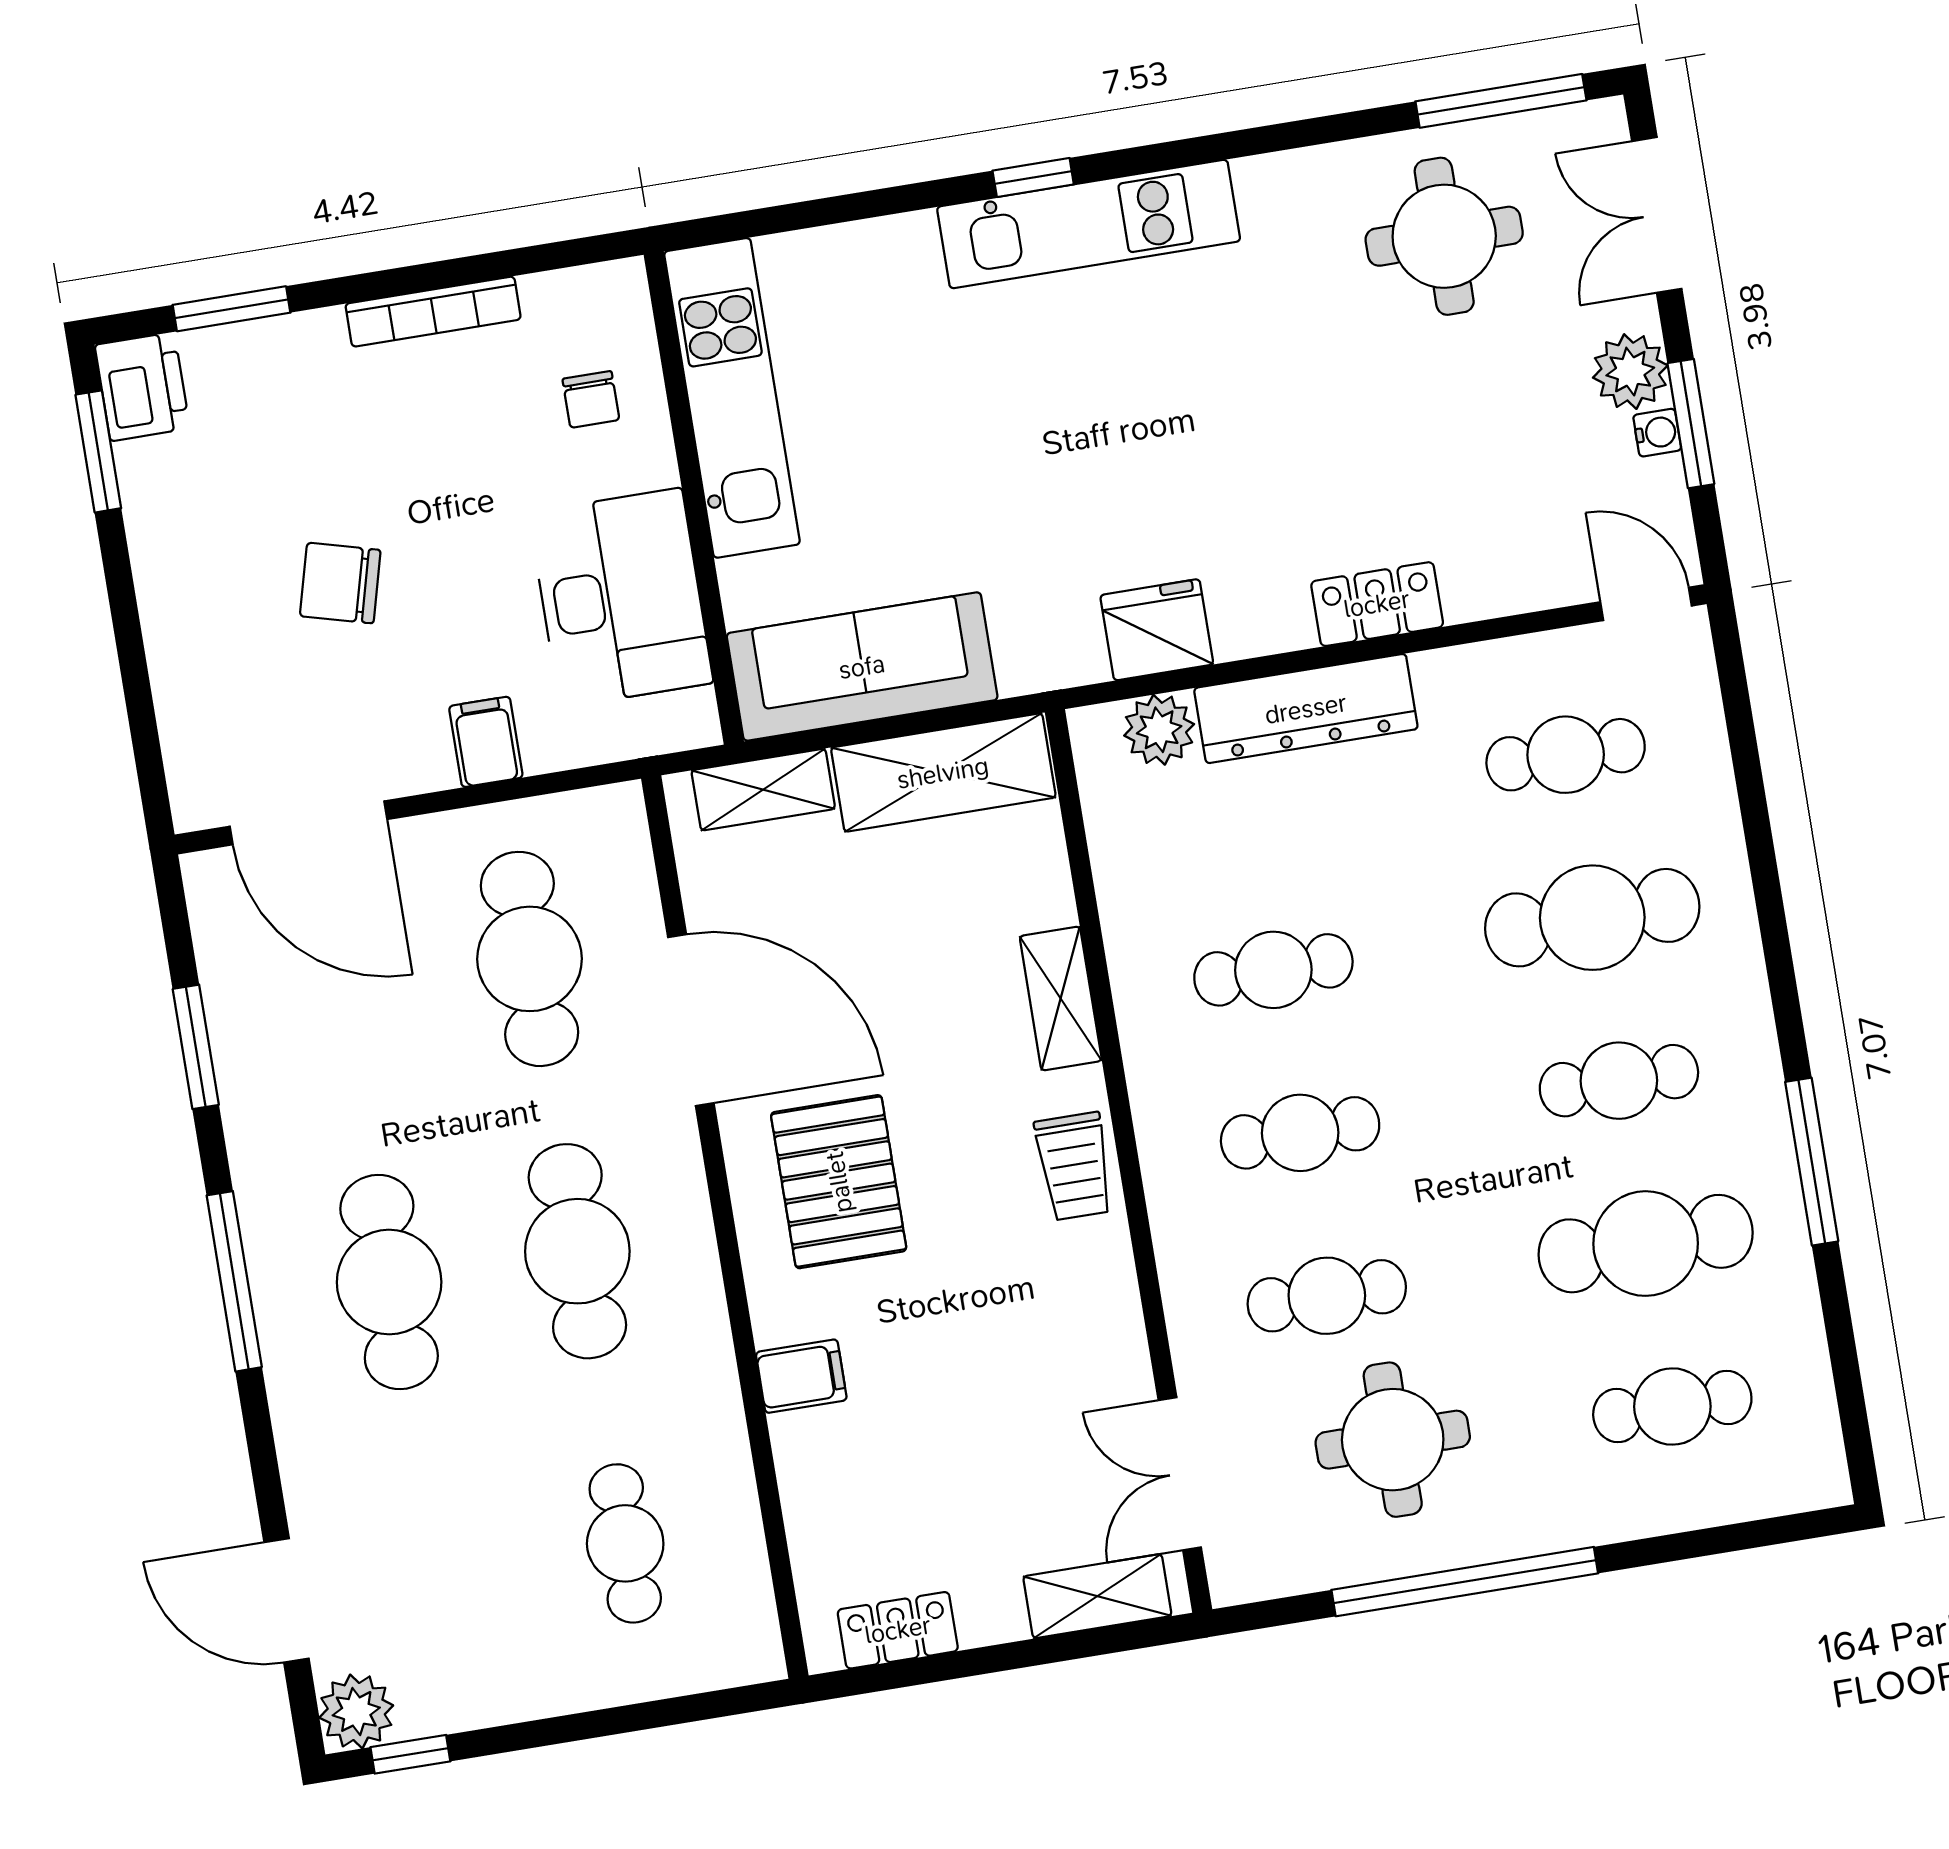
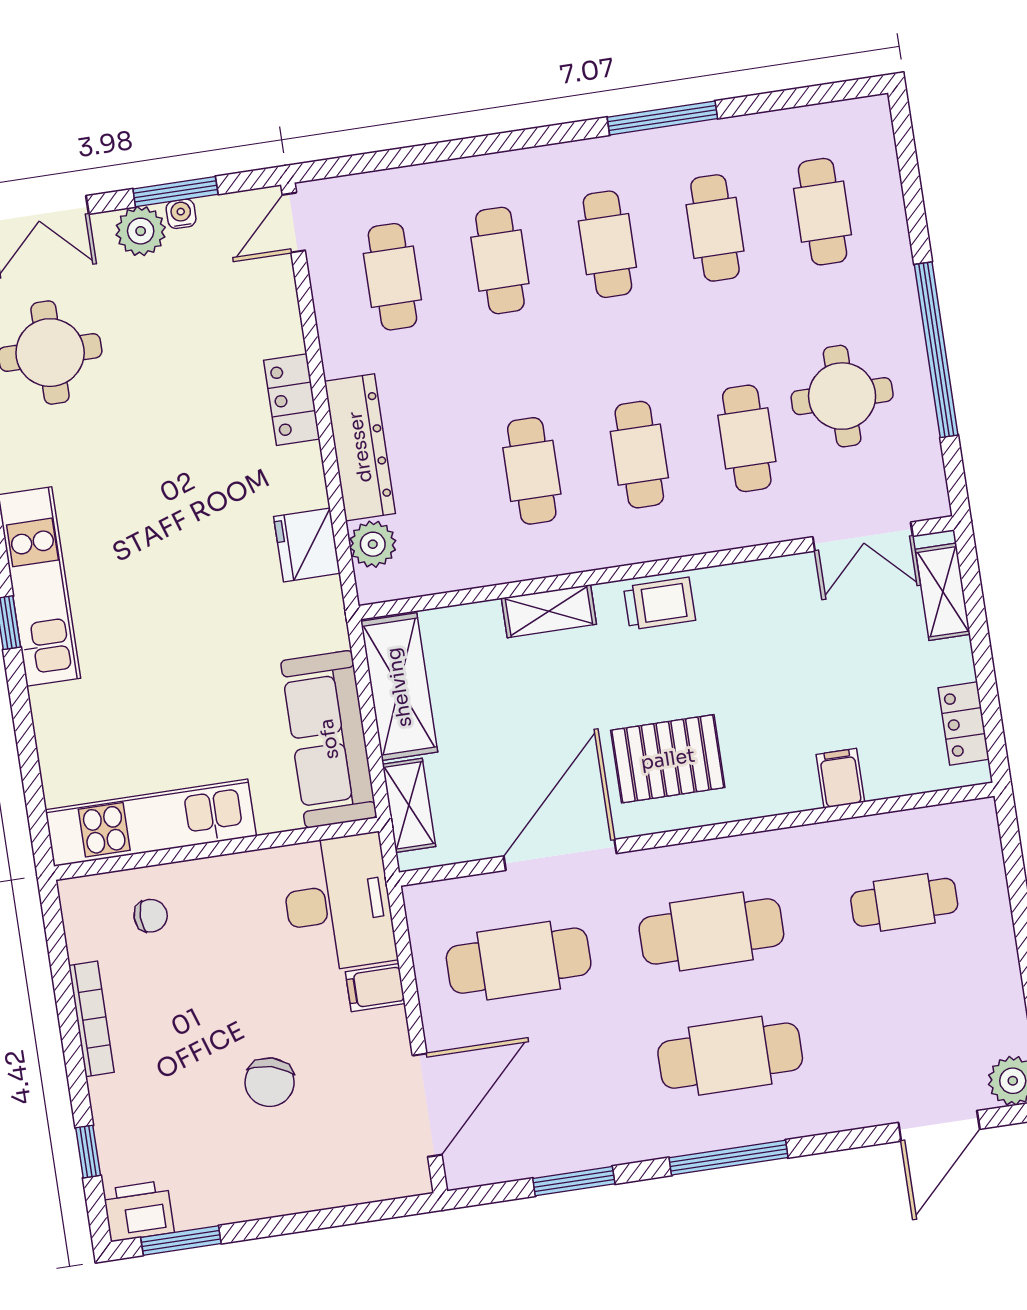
window: (232, 309) -> (88, 1152), width x0.67
desk: (621, 598) -> (338, 903), moved, turned 90
cafe table: (1592, 918) -> (500, 260), width x0.73, depth x0.74
cafe table: (1646, 1244) -> (715, 228), width x0.73, depth x0.74
filing cabinet: (801, 1376) -> (840, 778), moved

